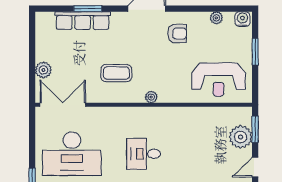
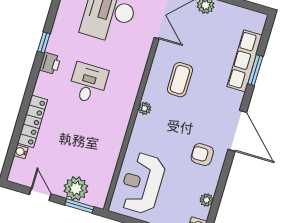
armchair: (177, 34) -> (202, 155), turned 90

